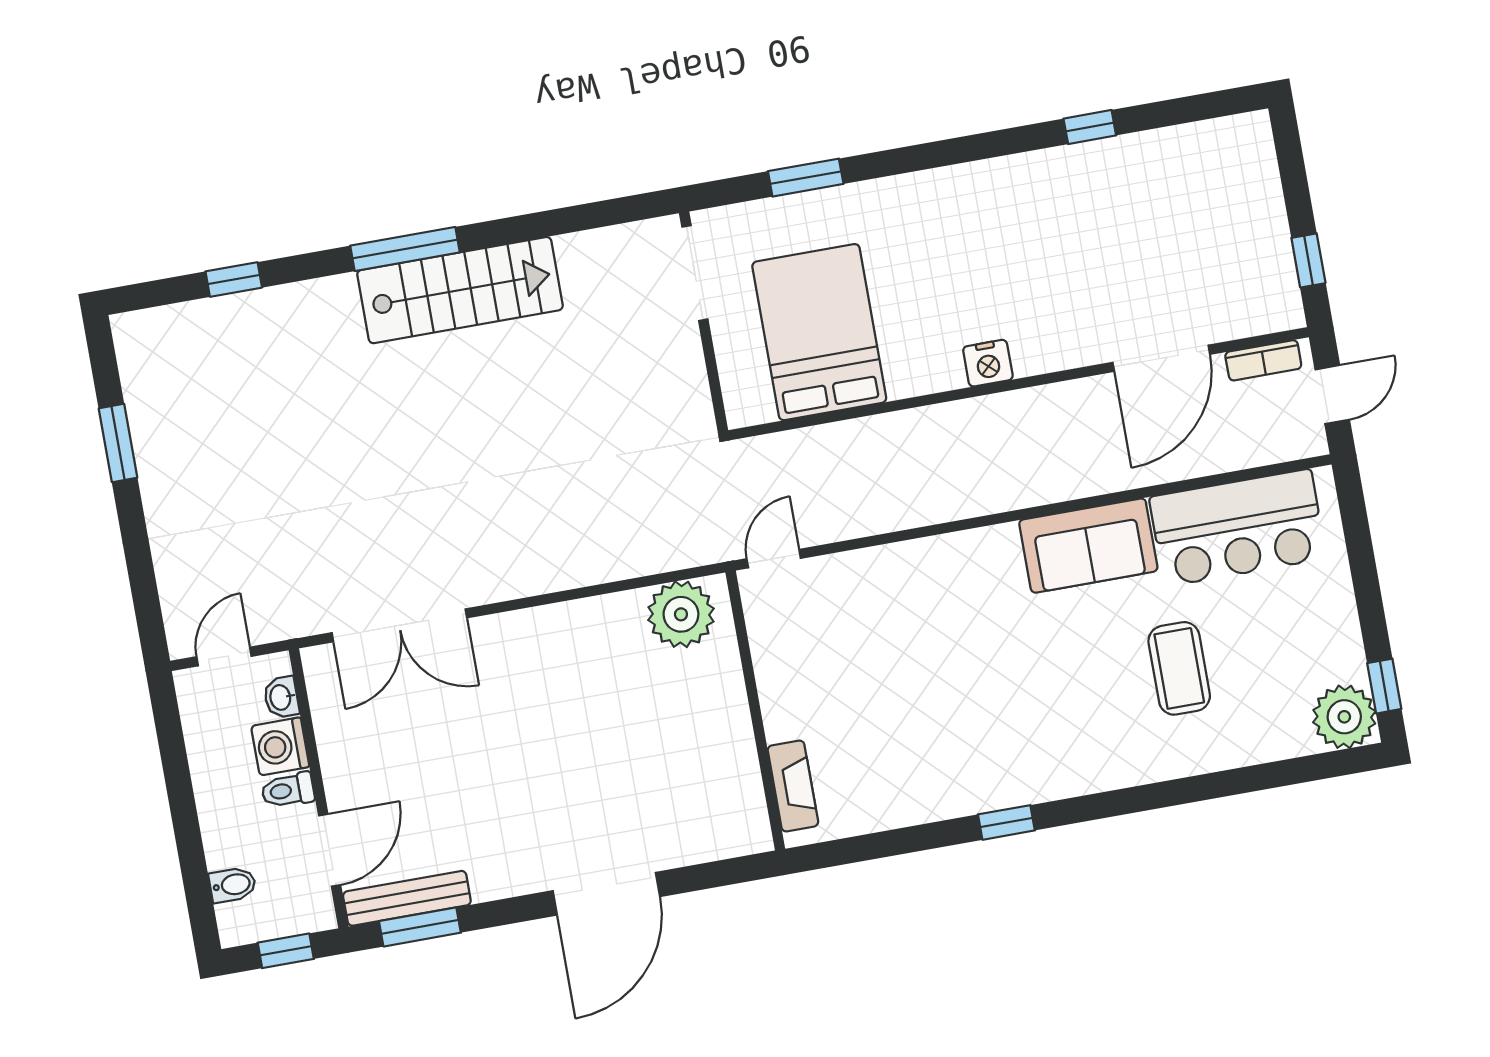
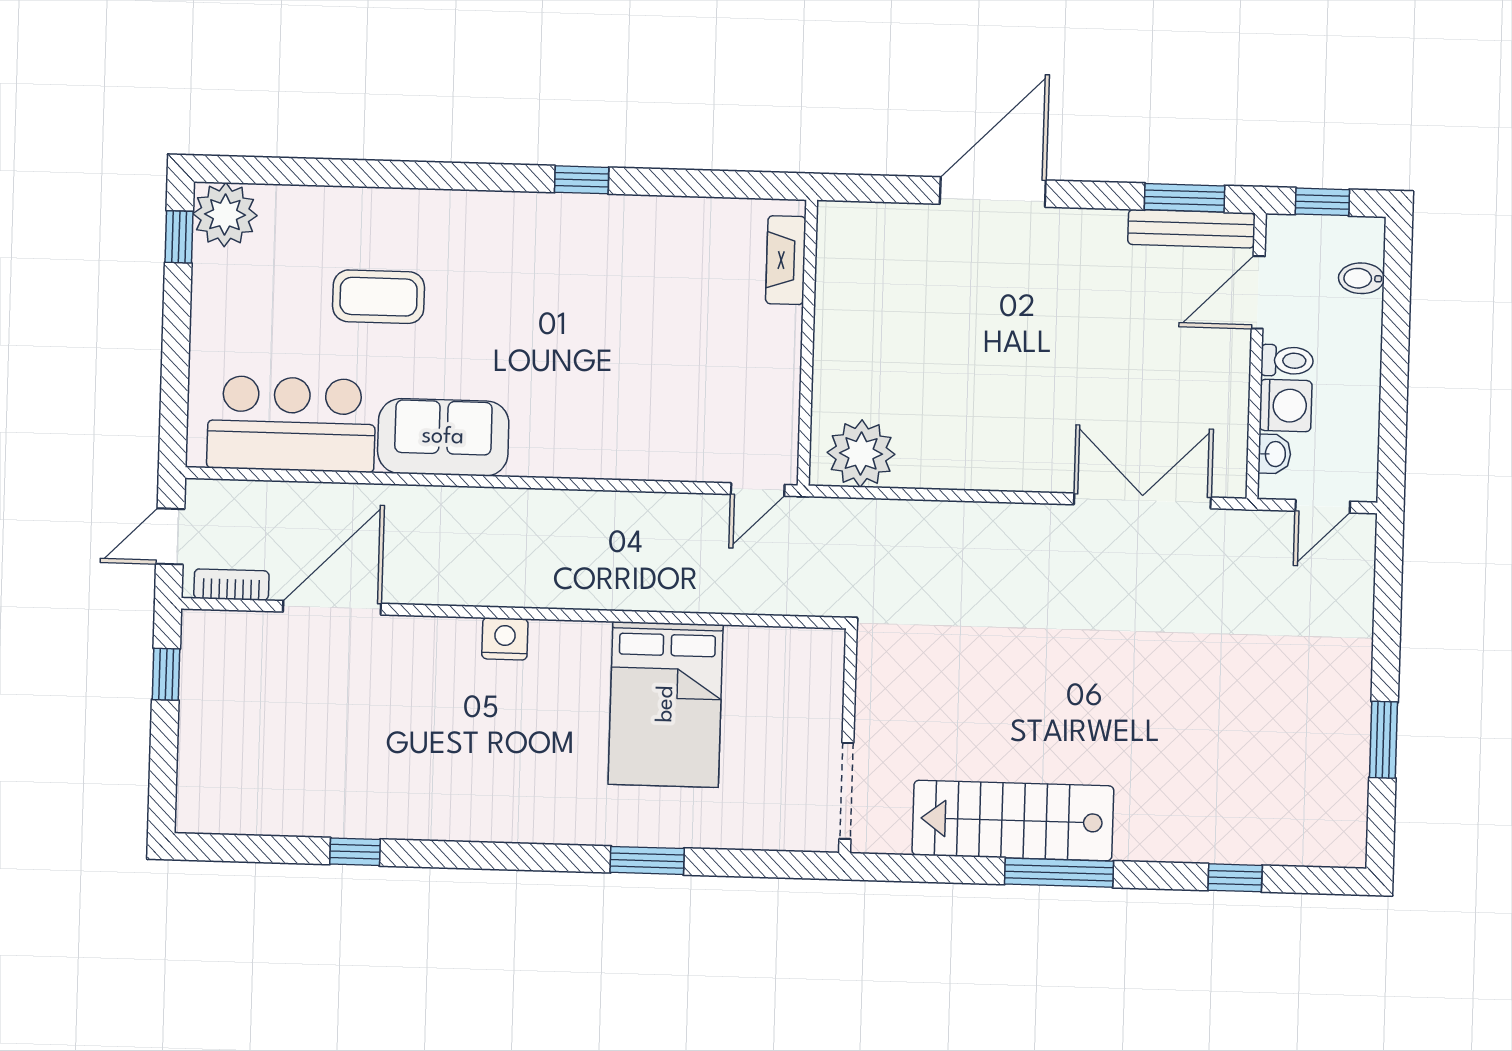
doorway: (695, 273) -> (846, 791), moved
wall: (704, 322) -> (848, 741), moved
coffee table: (1179, 668) -> (379, 297), turned 90

